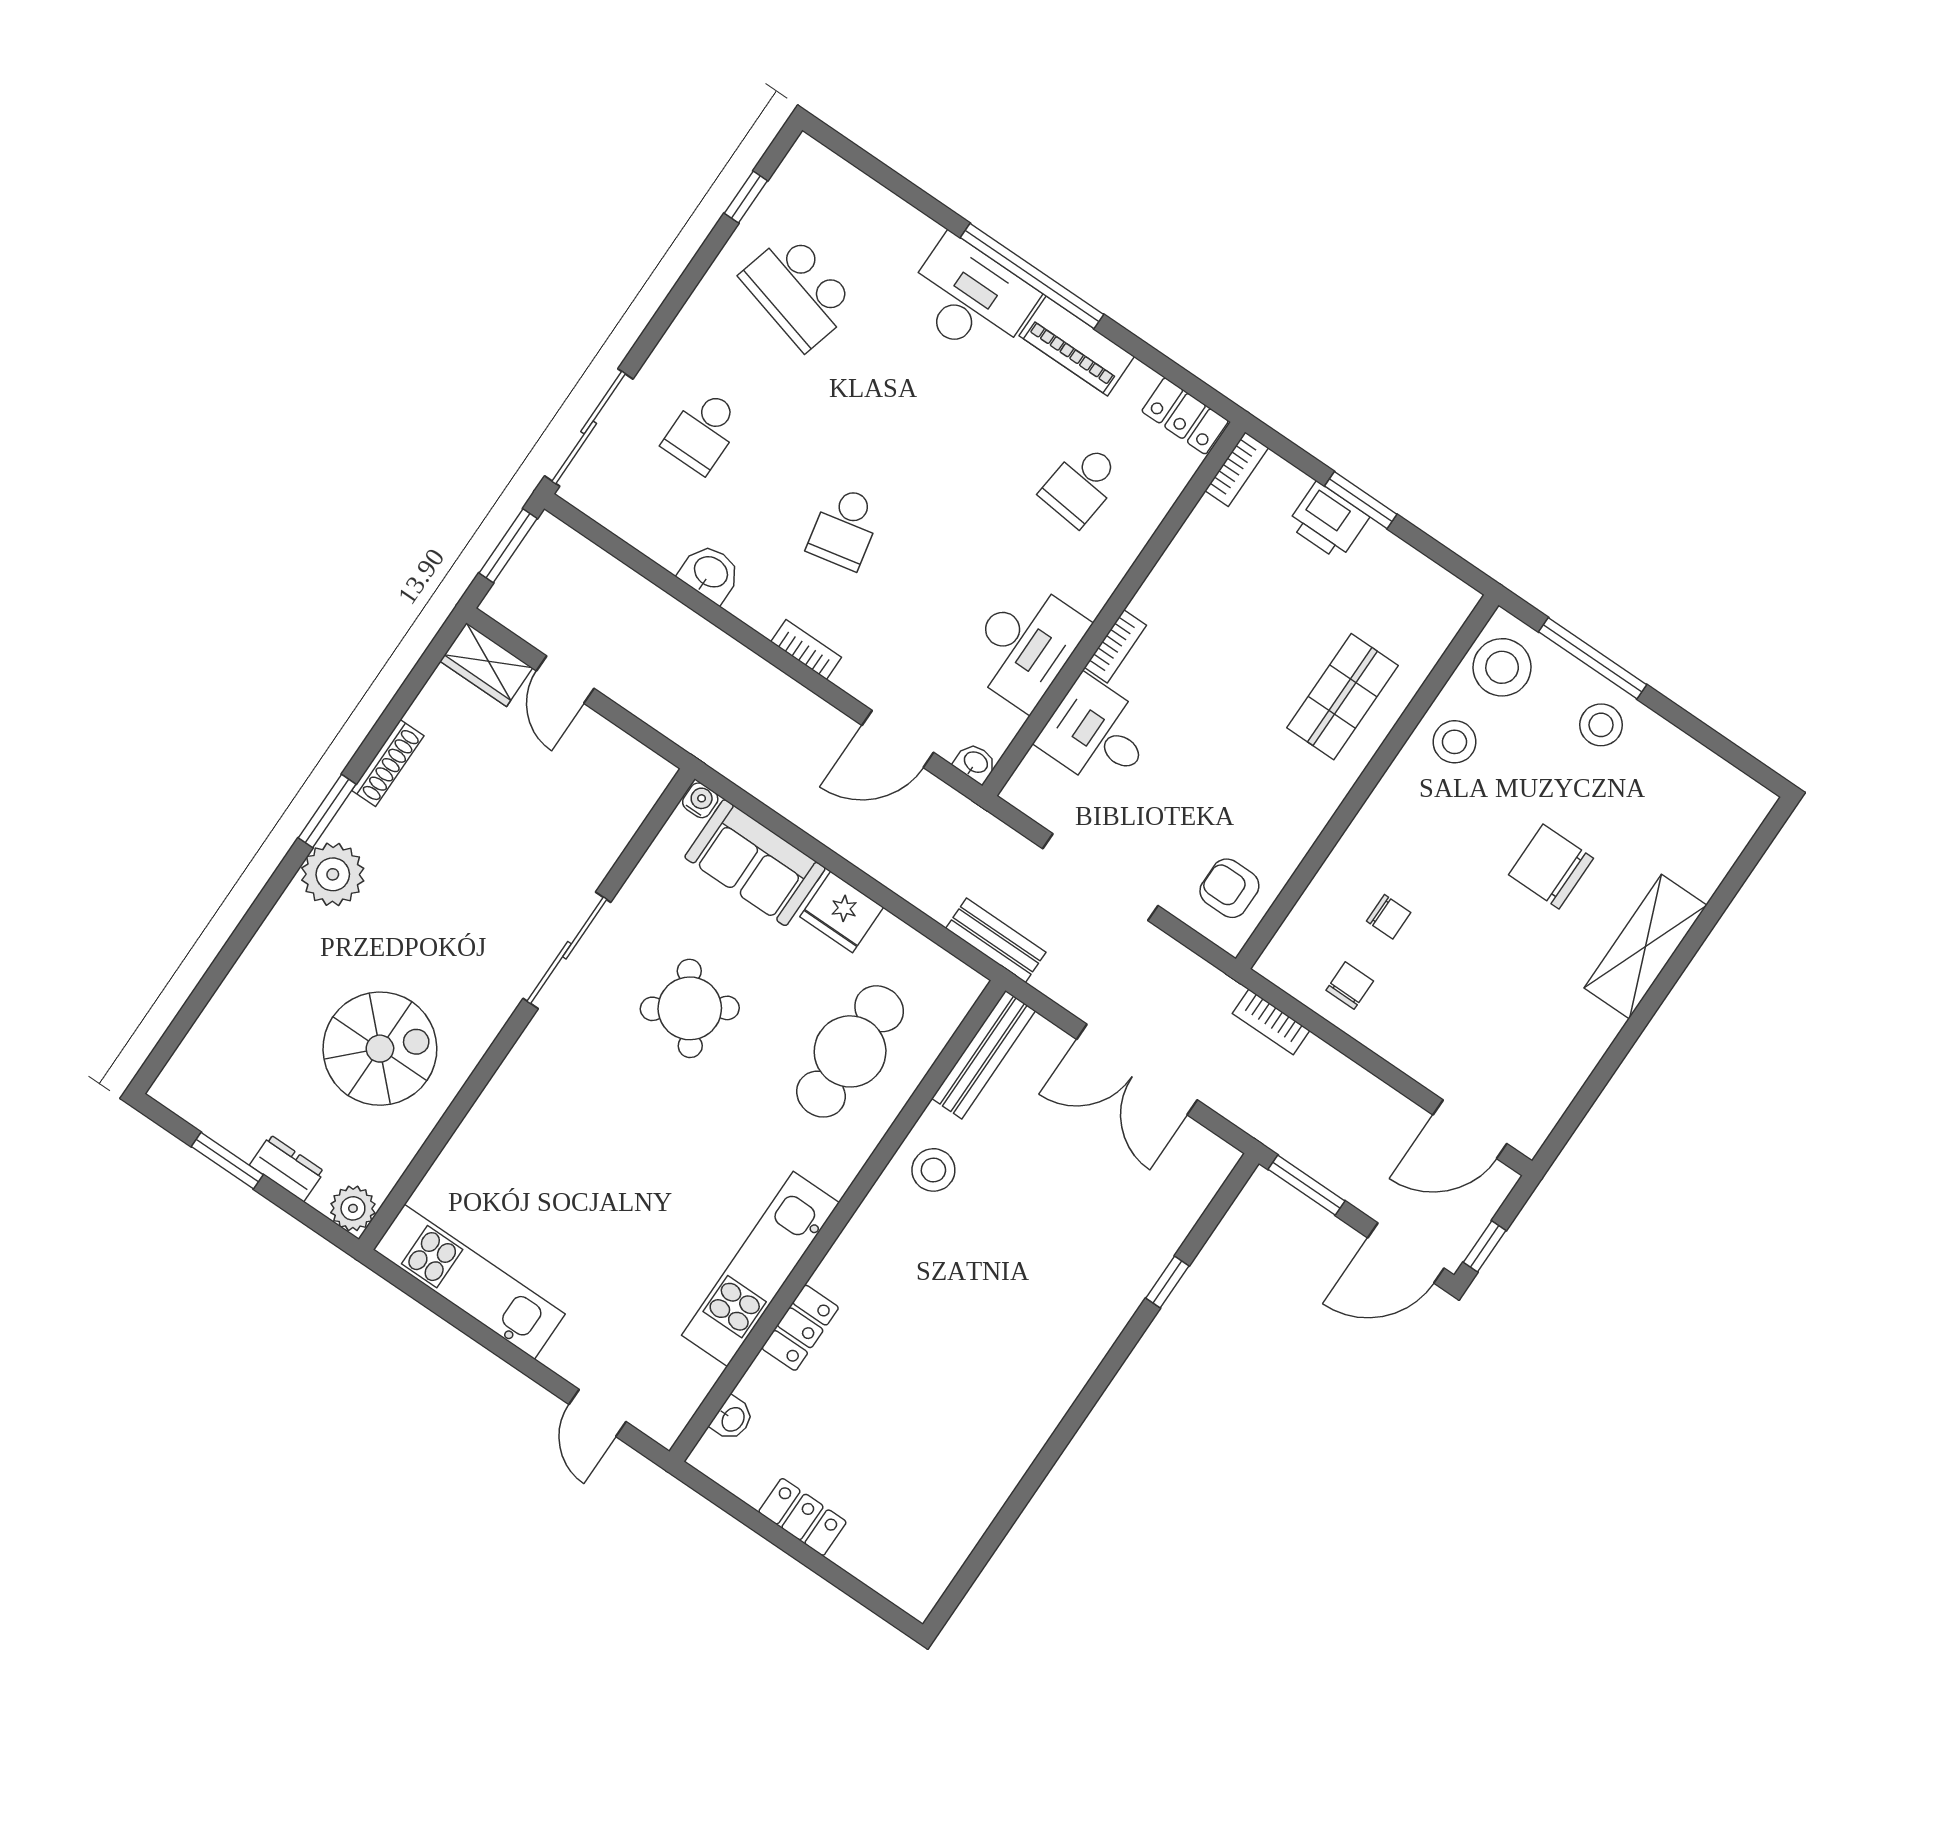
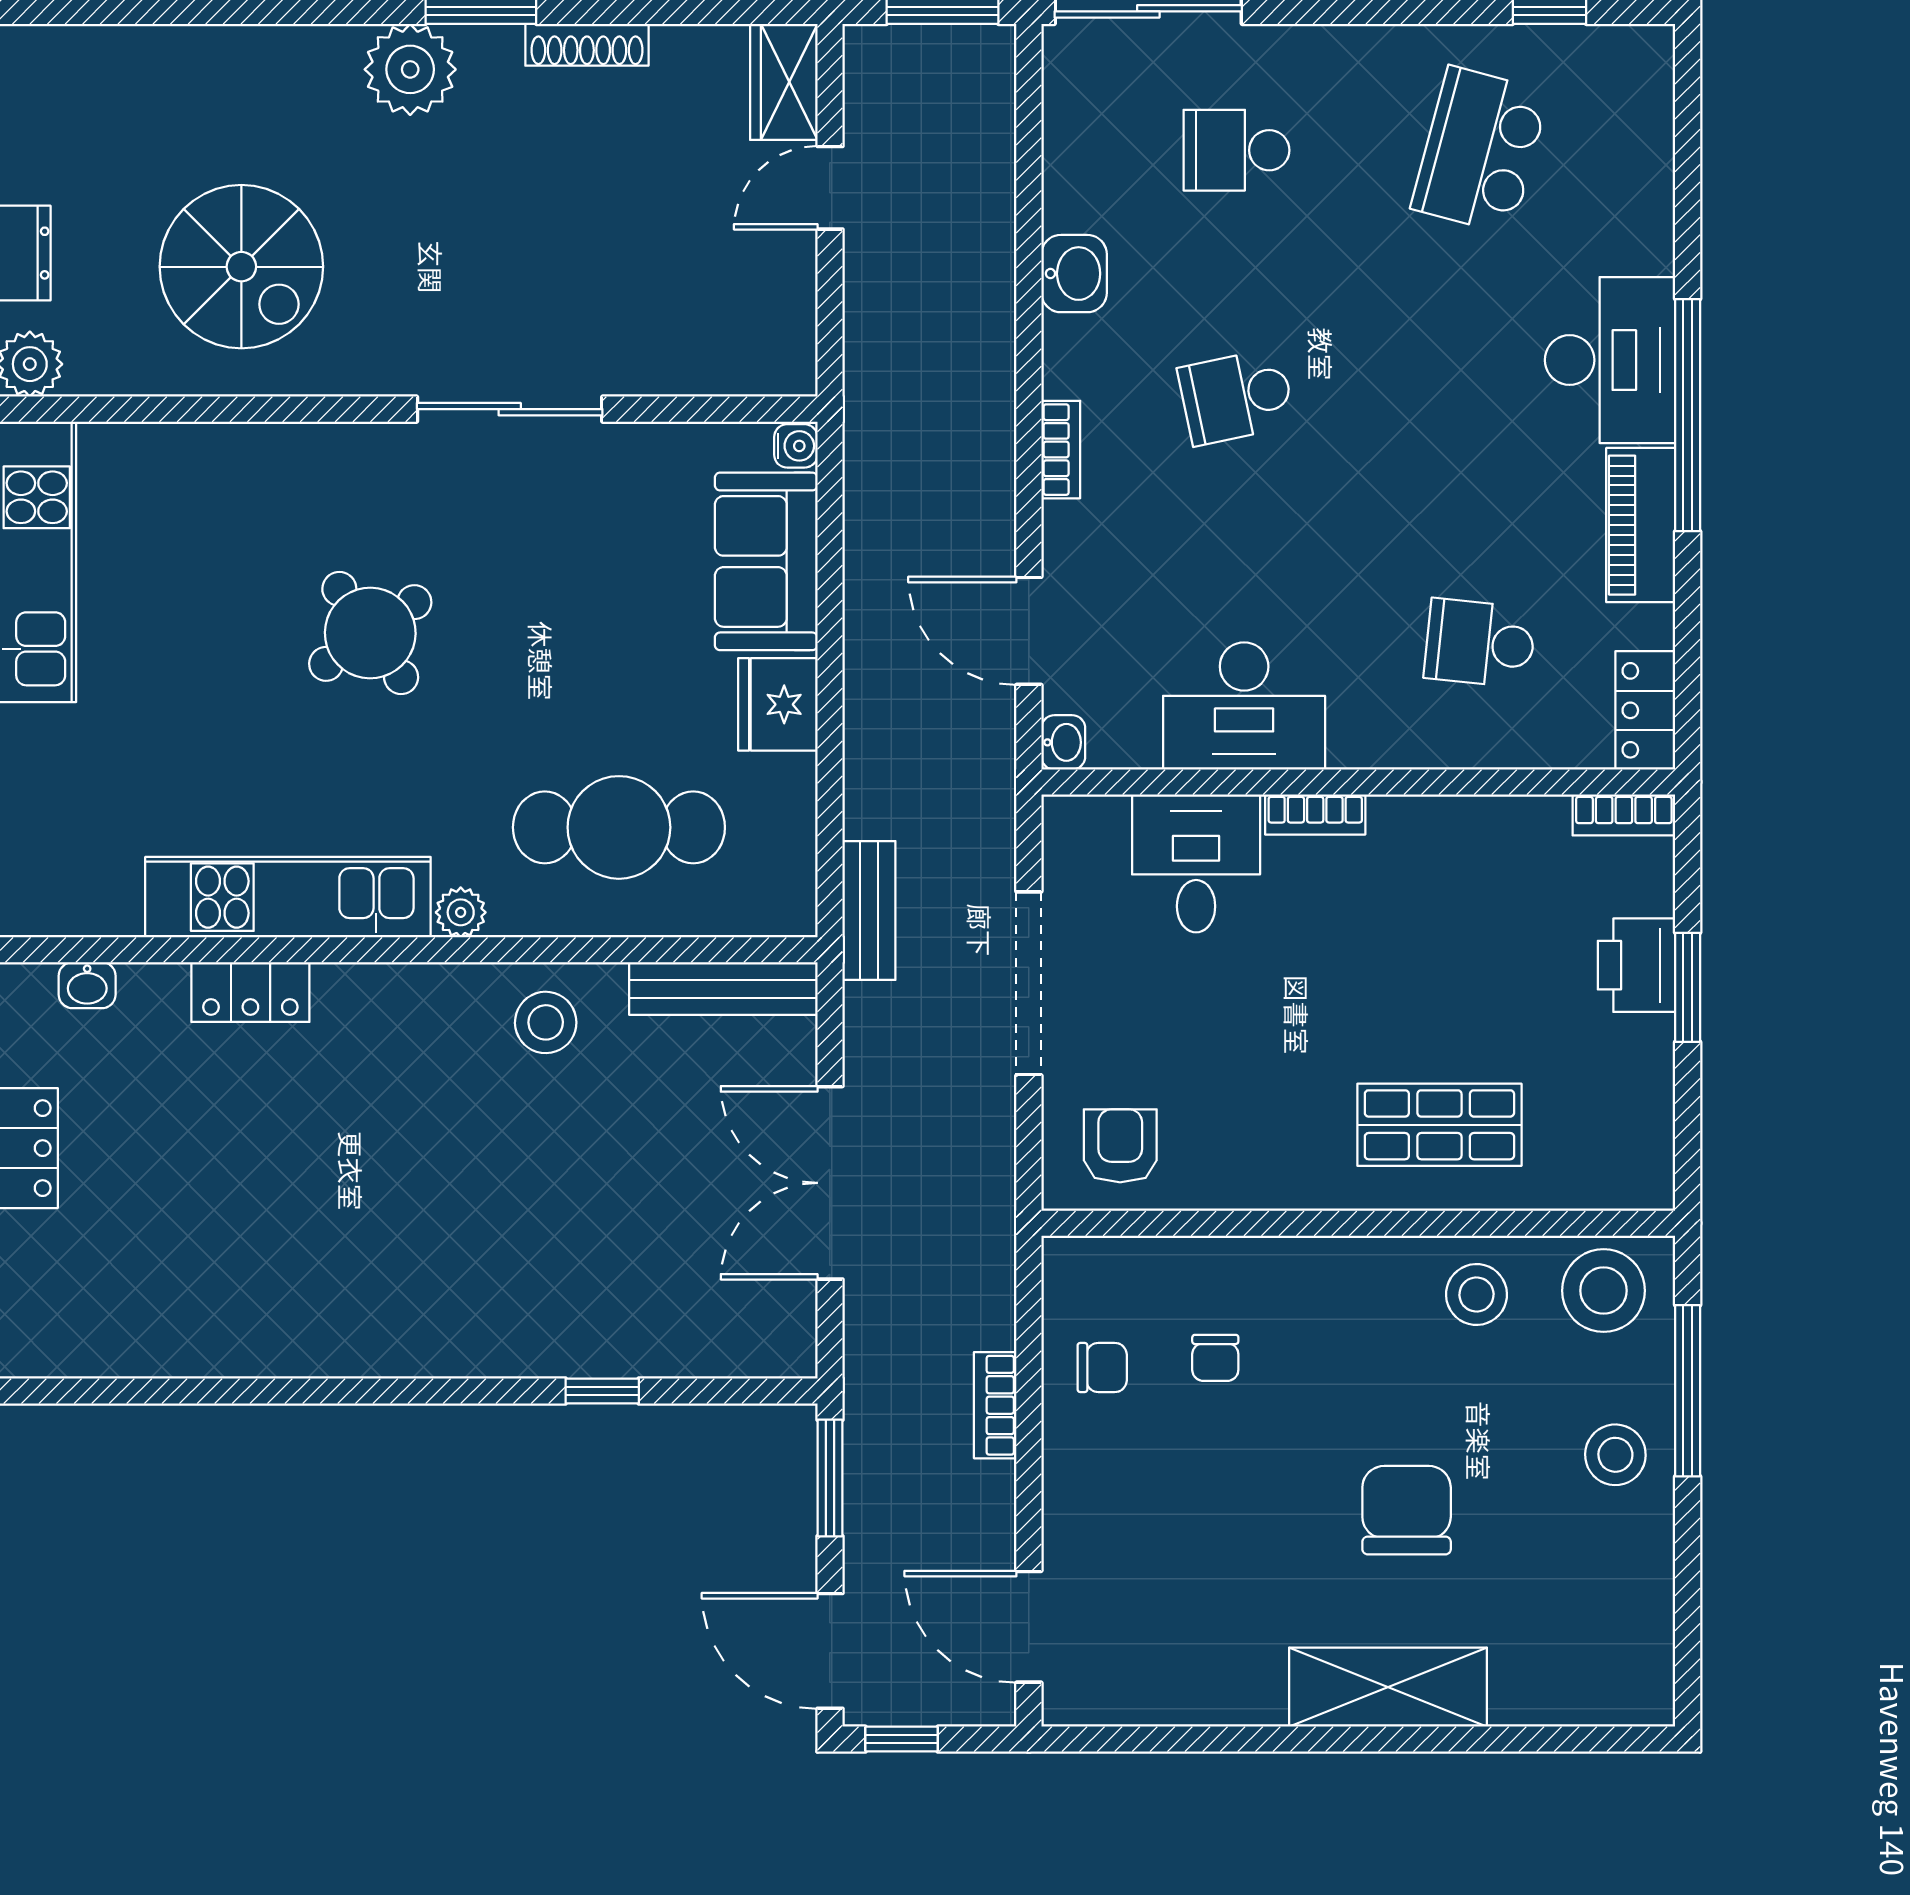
round table: (690, 1008) -> (370, 633), moved
bookcase: (1271, 1022) -> (995, 1405), moved
plant: (837, 1176) -> (461, 912), added

